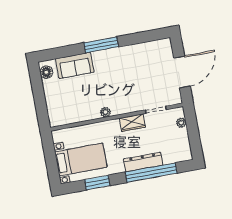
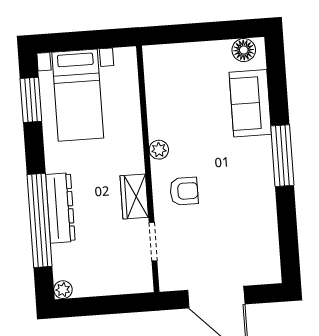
armchair: (126, 96) -> (184, 191), added
plant: (181, 123) -> (63, 290), moved
window: (97, 183) -> (31, 100), moved

